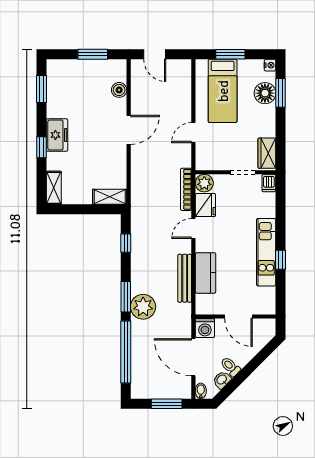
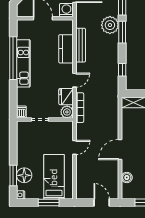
wardrobe: (267, 153) -> (23, 133), removed
window: (281, 260) -> (13, 58), width x3.17

